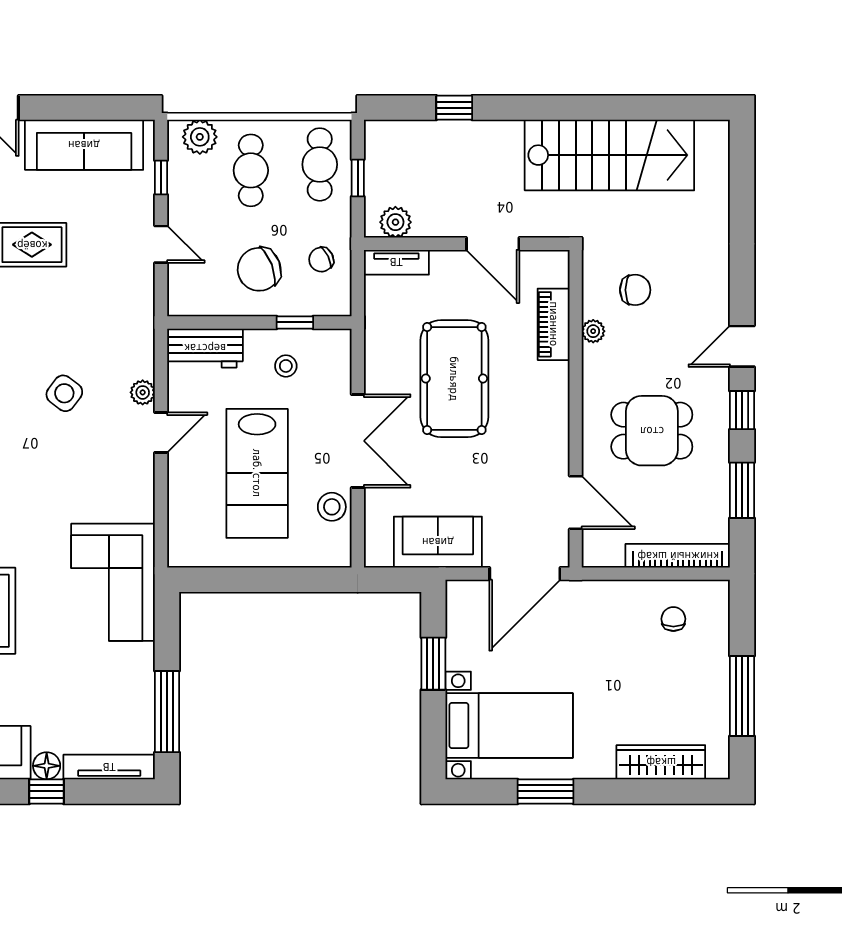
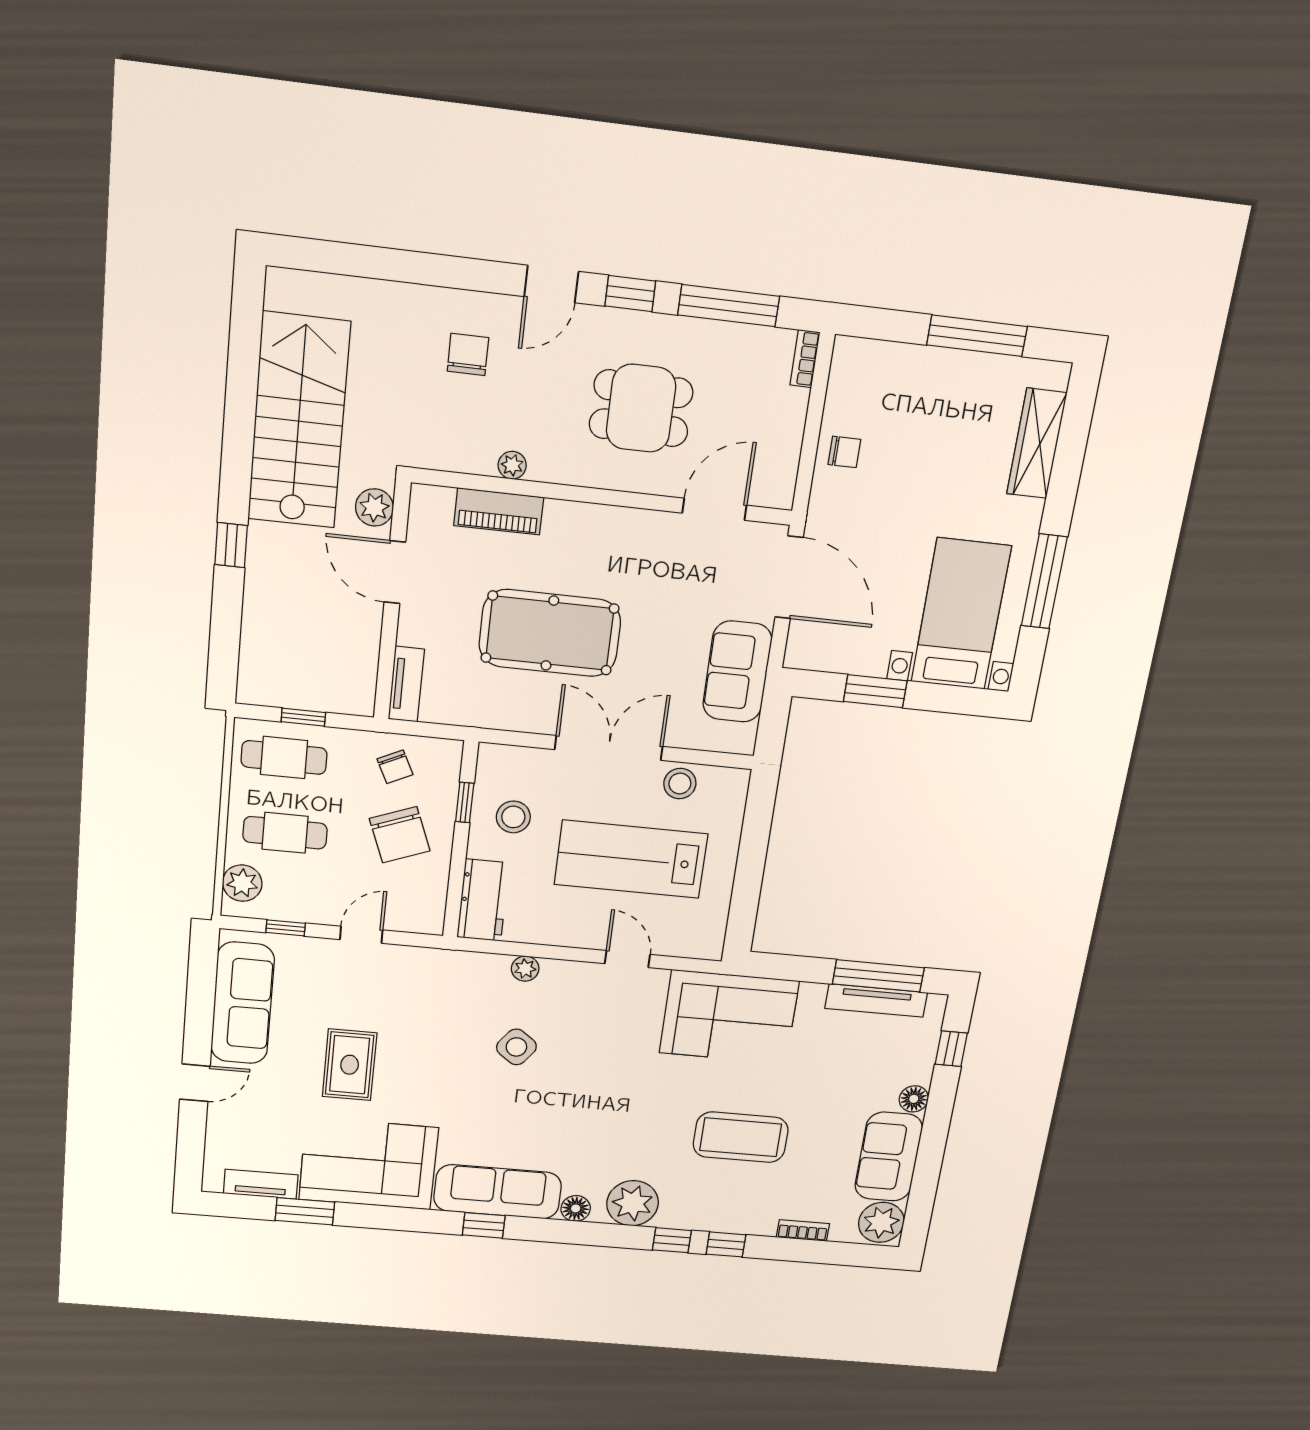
window: (454, 108) -> (231, 545), moved
plant: (395, 222) -> (374, 507), moved
door: (493, 244) -> (395, 572), swing flipped
chair: (635, 290) -> (468, 355), moved
door: (742, 346) -> (551, 284), hinge flipped
stool: (286, 366) -> (513, 817), width x1.37, depth x1.37
dining table: (652, 431) -> (641, 408), turned 90
door: (161, 432) -> (627, 959), moved
lab bench: (257, 473) -> (631, 859), turned 180
window: (742, 490) -> (729, 306), width x1.44
bookcase: (678, 556) -> (805, 359), width x0.43, depth x0.76
chair: (673, 619) -> (844, 452), moved, turned 180
tv unit: (109, 767) -> (876, 1000), moved, turned -90
window: (46, 791) -> (951, 1049), moved
window: (546, 791) -> (1044, 581), width x1.44

